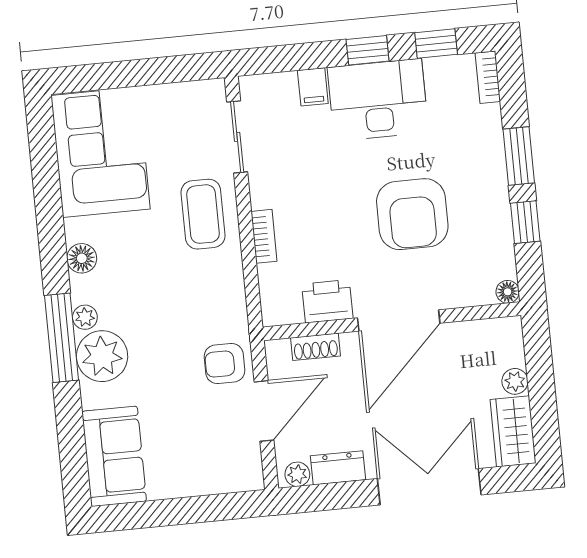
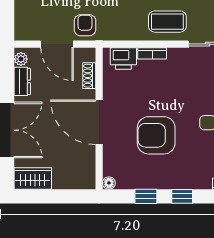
window: (519, 156) -> (182, 196), width x0.67
printer: (327, 301) -> (123, 59), moved, turned 90
plant: (515, 381) -> (60, 182), removed

